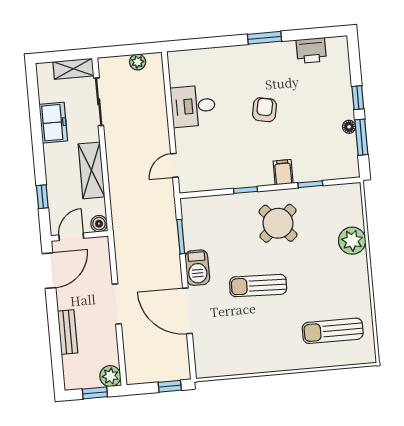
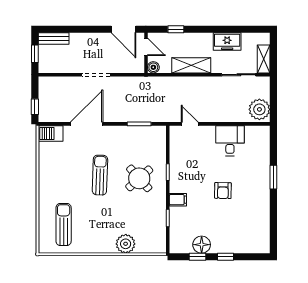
window: (264, 38) -> (273, 177), moved
printer: (311, 50) -> (262, 227), removed
plant: (138, 62) -> (259, 109), width x1.88, depth x1.88
armchair: (265, 110) -> (223, 191), turned 80
floor lamp: (349, 127) -> (202, 245), width x1.89, depth x1.89
window: (361, 137) -> (198, 257), width x0.67
round table: (278, 223) -> (139, 178), moved
barbecue: (197, 268) -> (51, 133), moved
bench: (68, 332) -> (54, 38), moved
plant: (110, 376) -> (46, 66), removed

